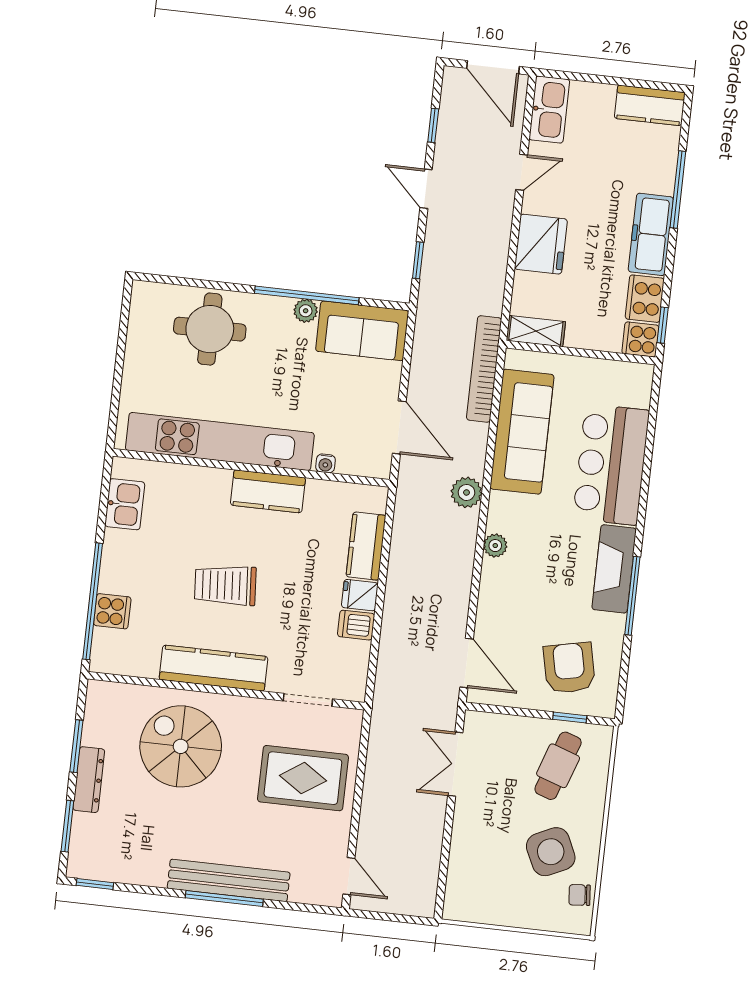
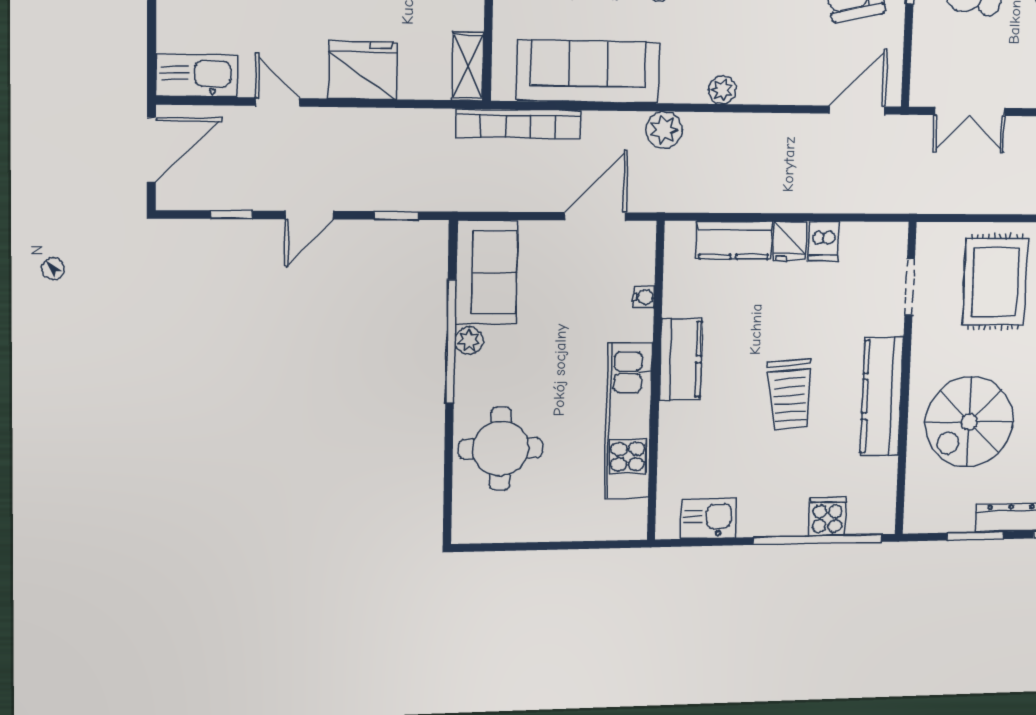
kitchen unit: (220, 441) -> (629, 421), width x0.73

